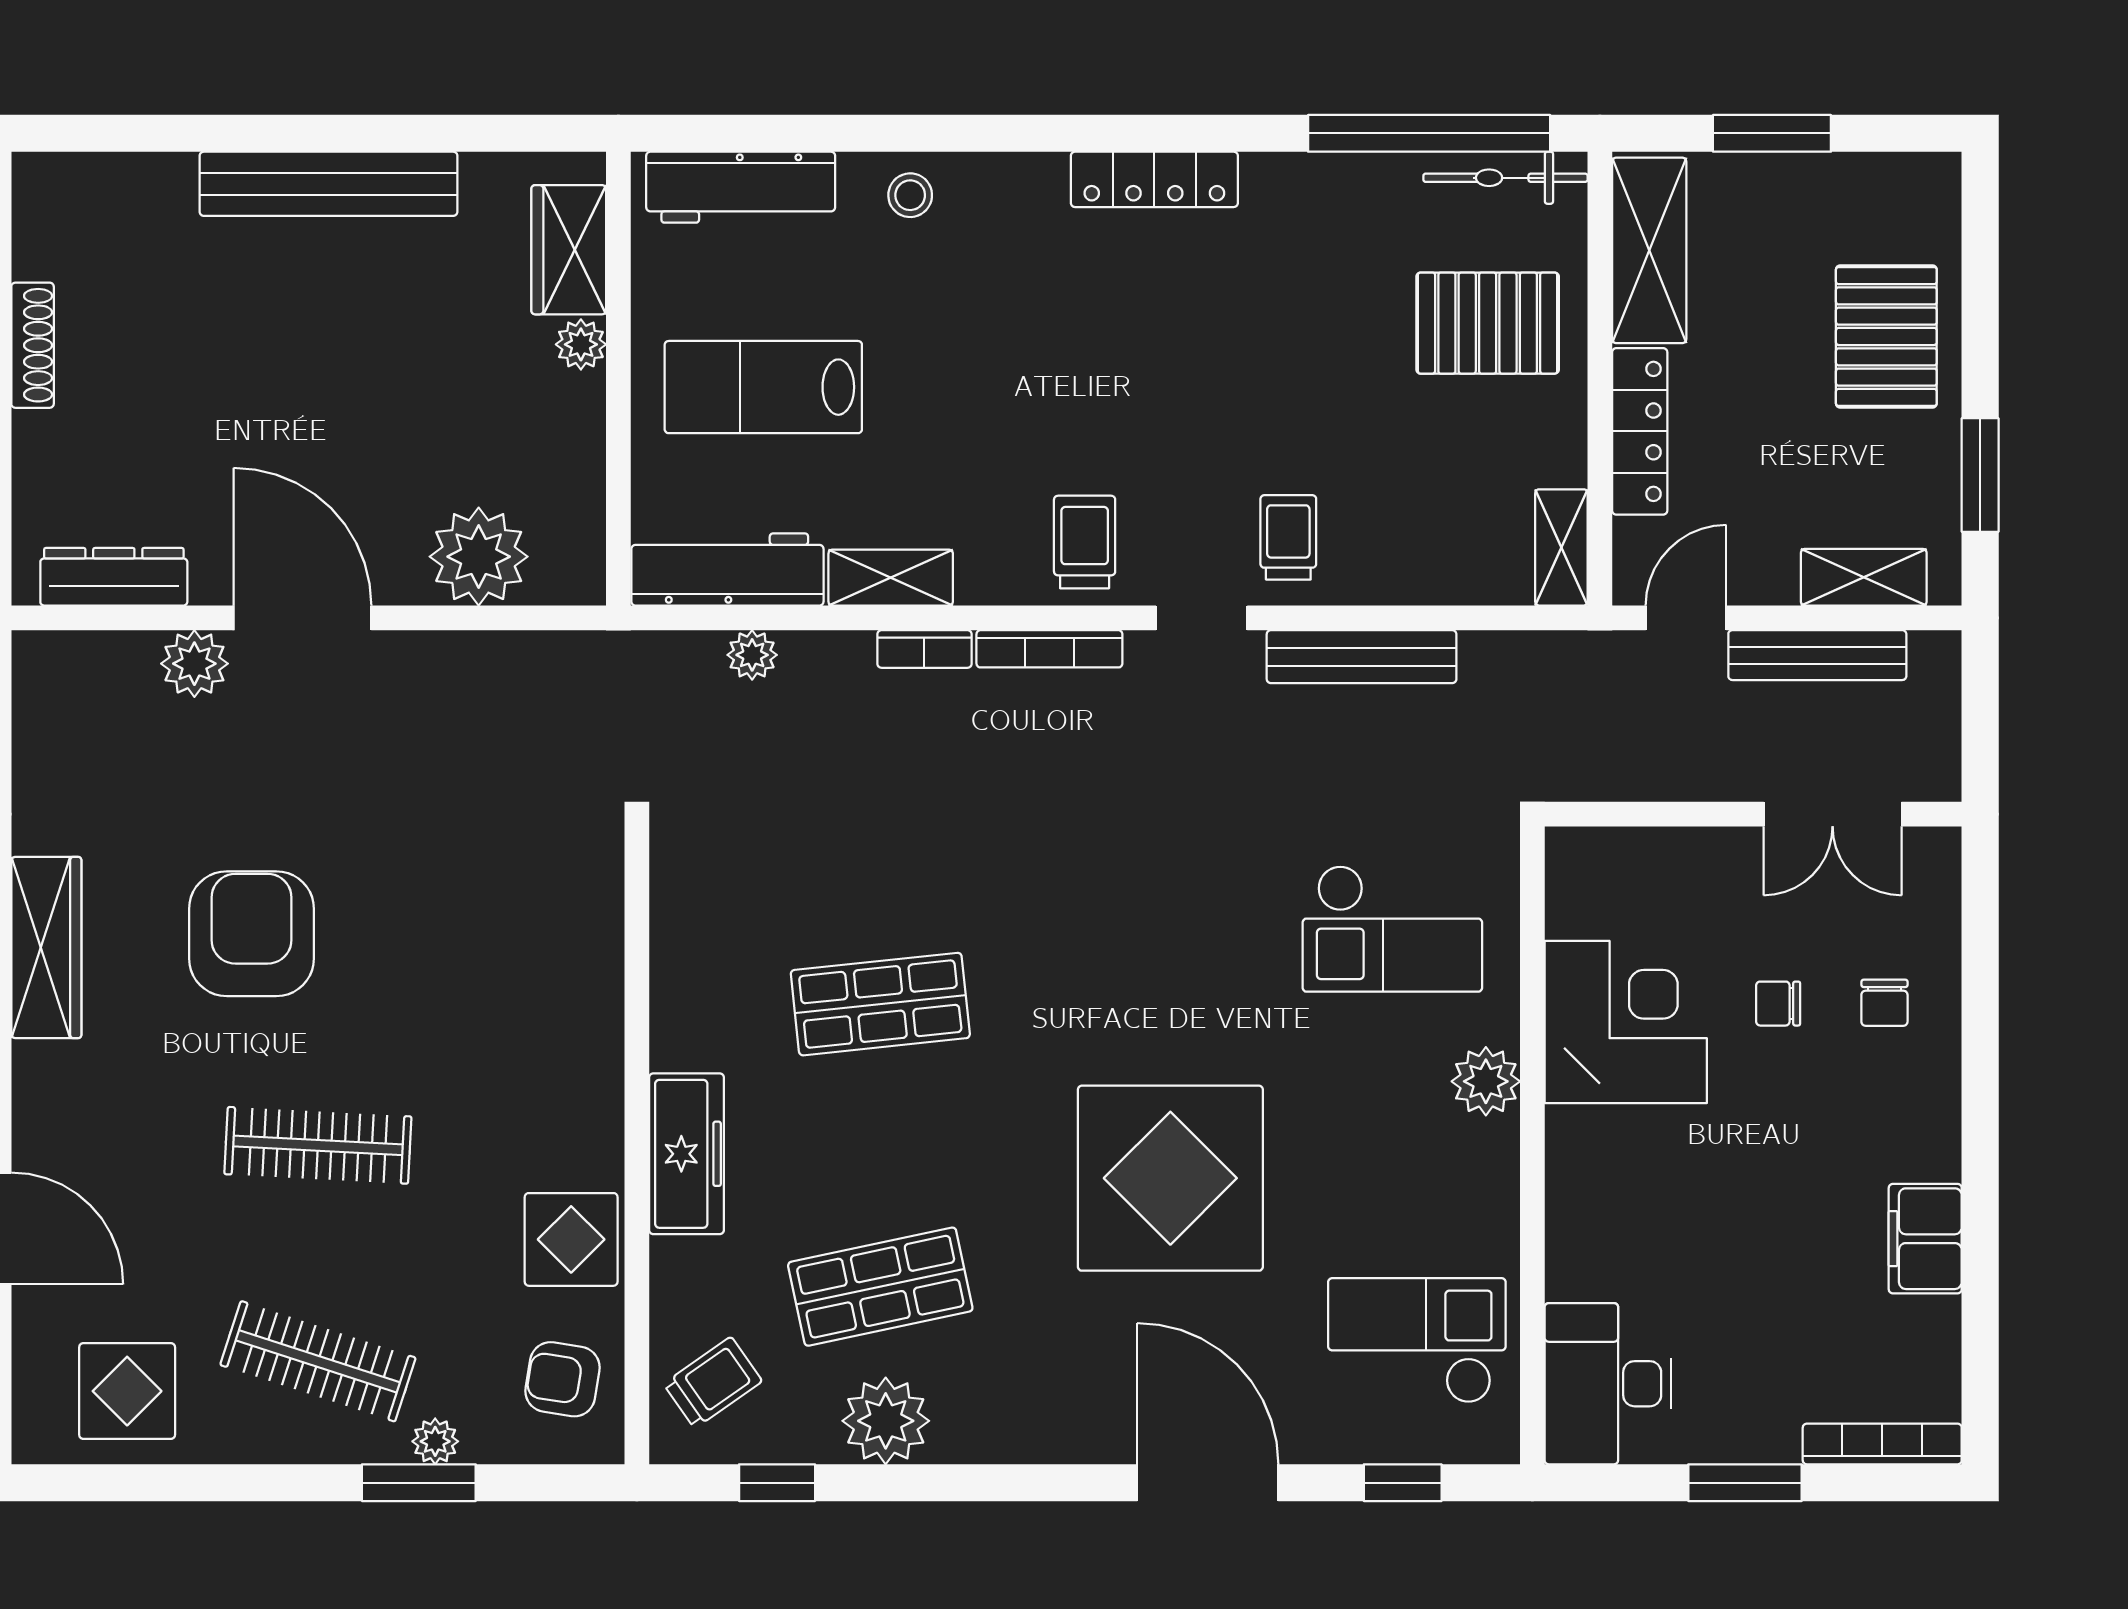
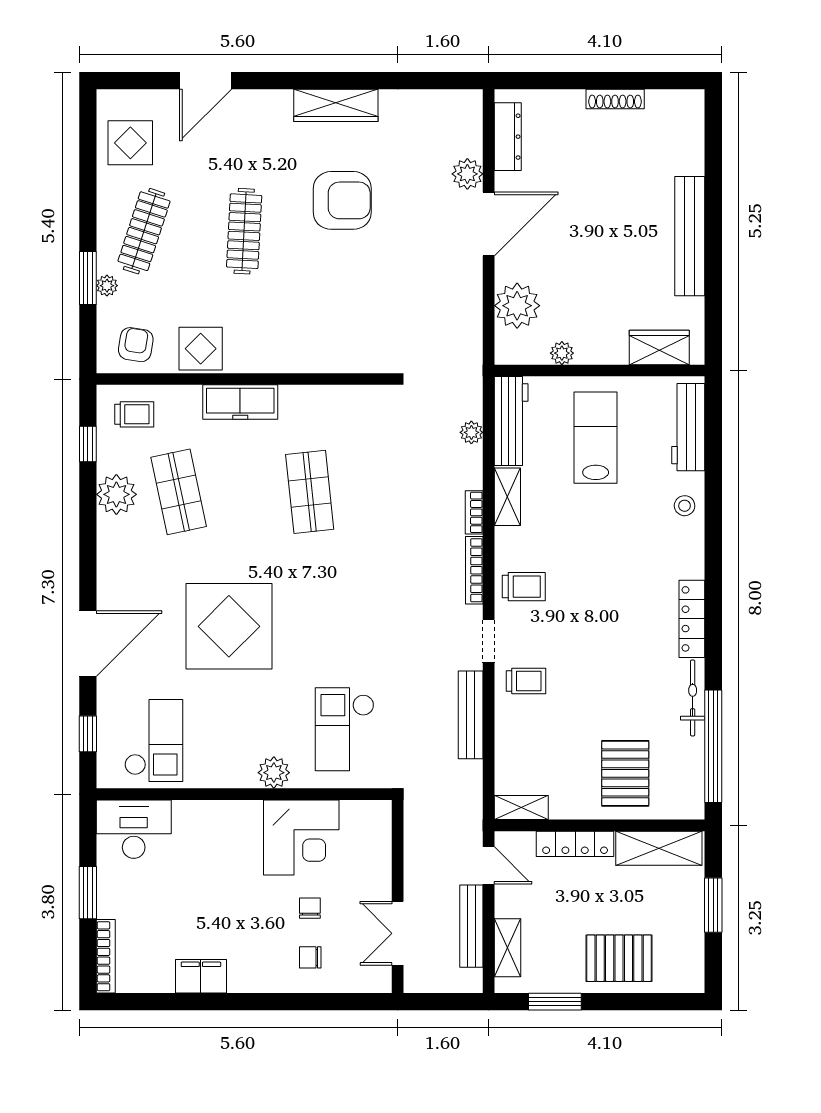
bicycle: (1505, 178) -> (693, 698), moved
plant: (581, 344) -> (562, 353), moved
trolley: (713, 1382) -> (134, 414), turned -55

